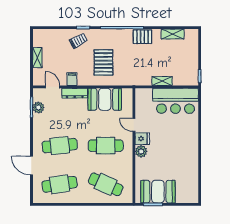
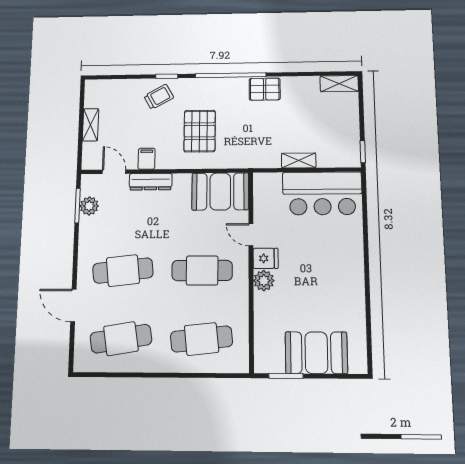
shelving: (173, 34) -> (339, 84), moved
booth: (105, 99) -> (220, 191), moved
cafe table: (106, 184) -> (201, 339), turned -30
booth: (158, 192) -> (316, 353), moved

